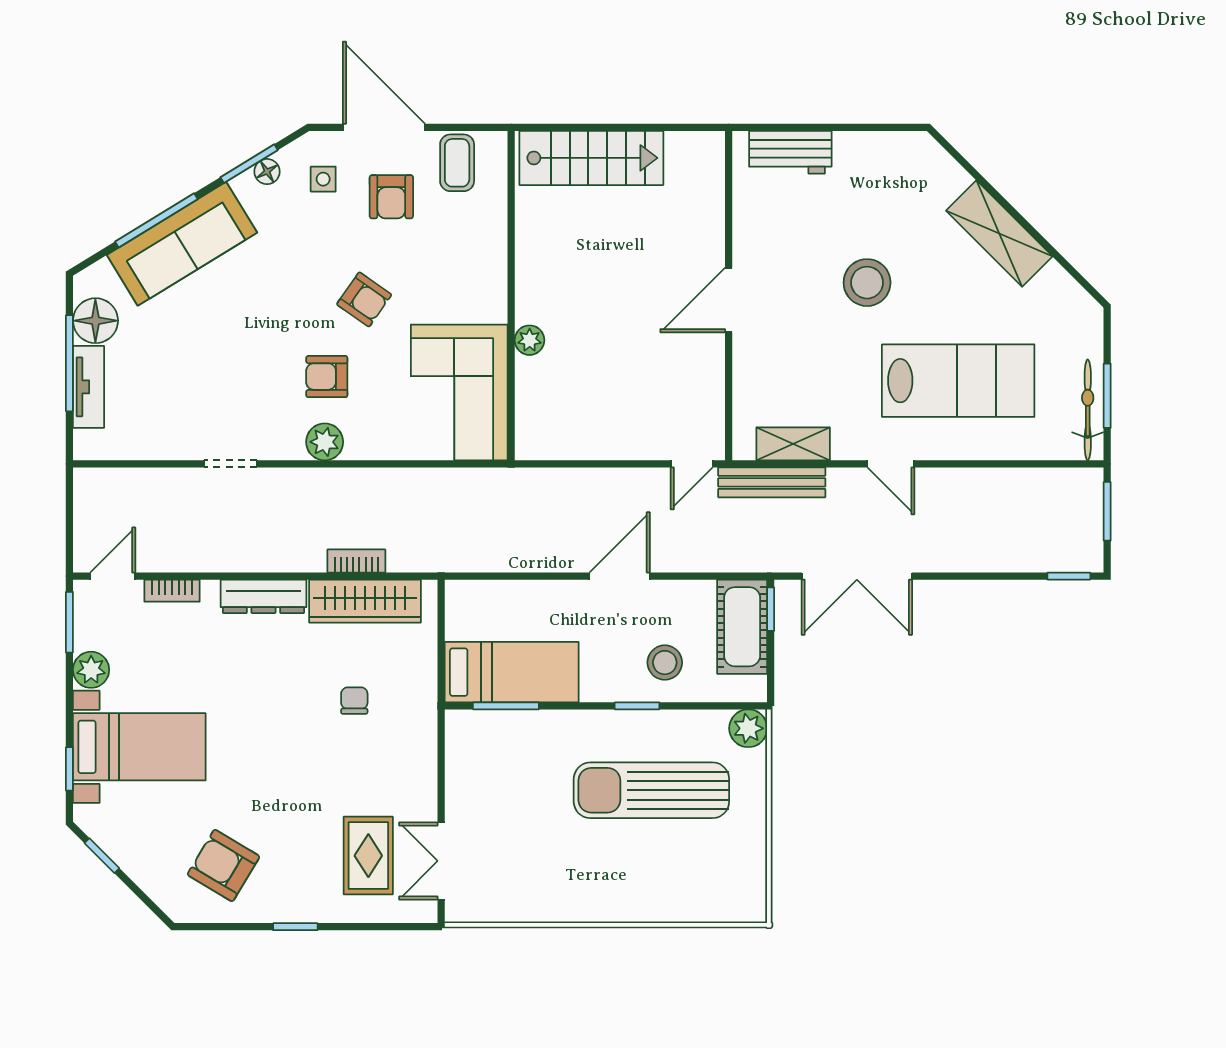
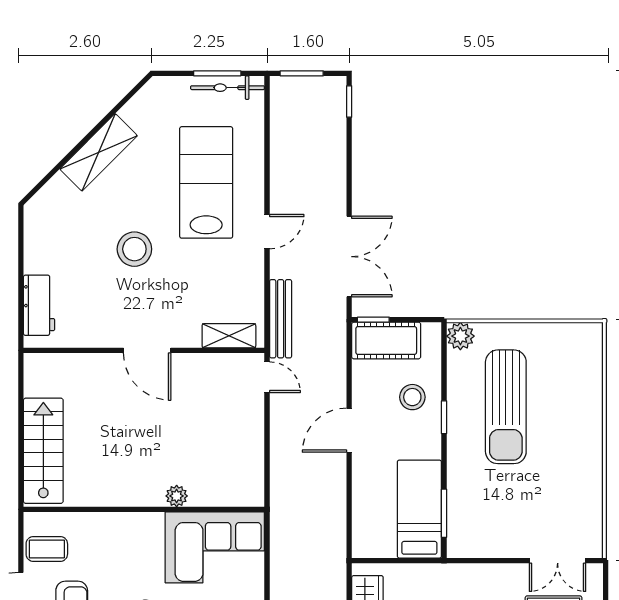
shelving: (793, 444) -> (229, 336), moved, turned 90
door: (620, 576) -> (349, 430), hinge flipped

